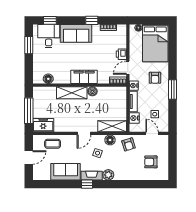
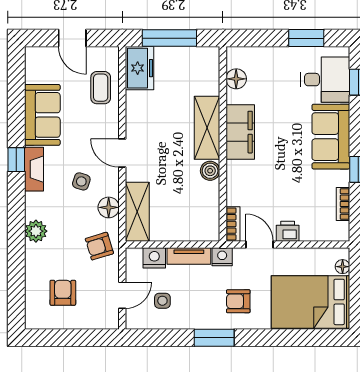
filing cabinet: (84, 77) -> (240, 132), moved
plant: (108, 175) -> (36, 231), moved

